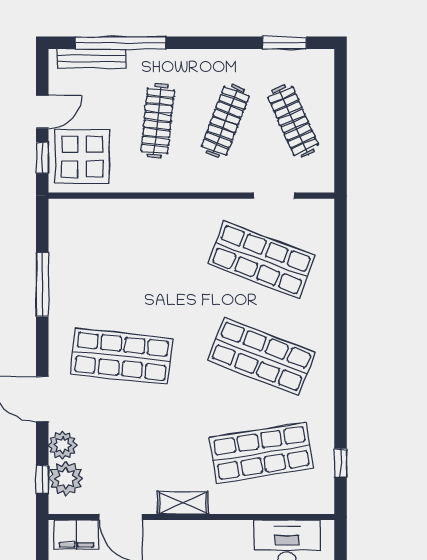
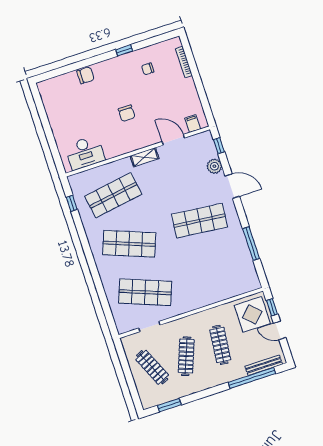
door: (42, 112) -> (280, 330), hinge flipped
plant: (66, 479) -> (207, 150), removed
filing cabinet: (76, 535) -> (193, 124), width x0.50

